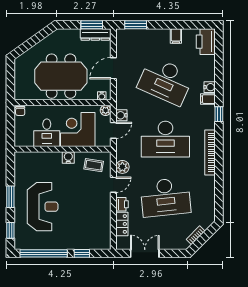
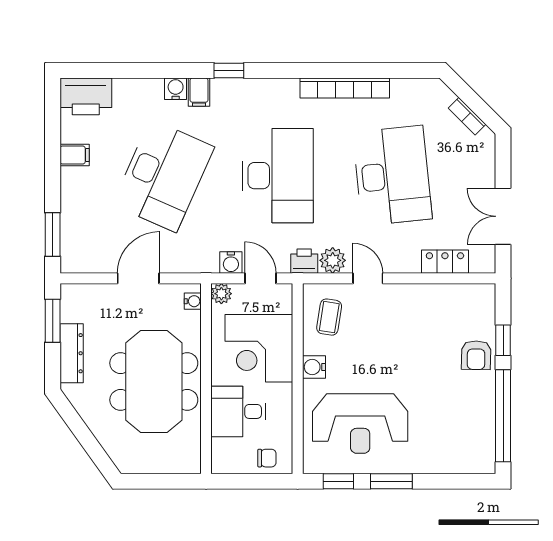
dresser: (95, 34) -> (72, 353), moved
door: (113, 68) -> (138, 278), swing flipped
chair: (20, 111) -> (267, 458), moved
desk: (47, 133) -> (238, 411), moved, turned 180
bookcase: (210, 153) -> (345, 88), moved
printer: (122, 204) -> (304, 261), moved
reception desk: (43, 207) -> (360, 423), moved, turned 180
window: (10, 230) -> (338, 481), moved
armchair: (74, 240) -> (476, 355), added

